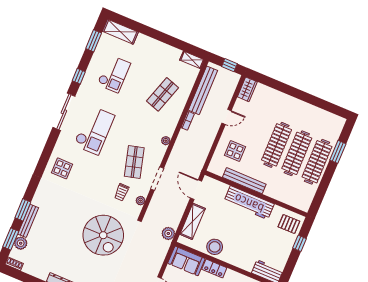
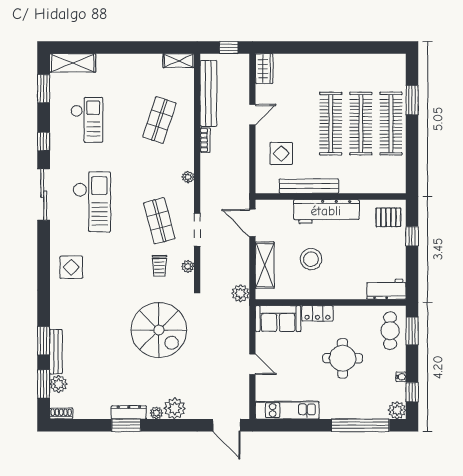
stool: (215, 247) -> (311, 259), moved

